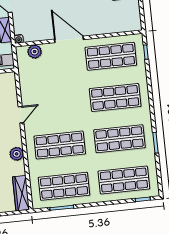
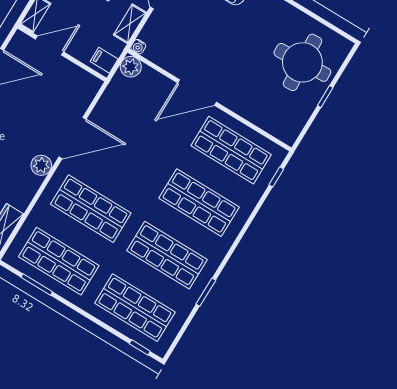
door: (69, 39) -> (197, 93), swing flipped
plant: (35, 52) -> (131, 67), moved
door: (21, 115) -> (72, 138), width x1.87
plant: (17, 154) -> (41, 165), moved

